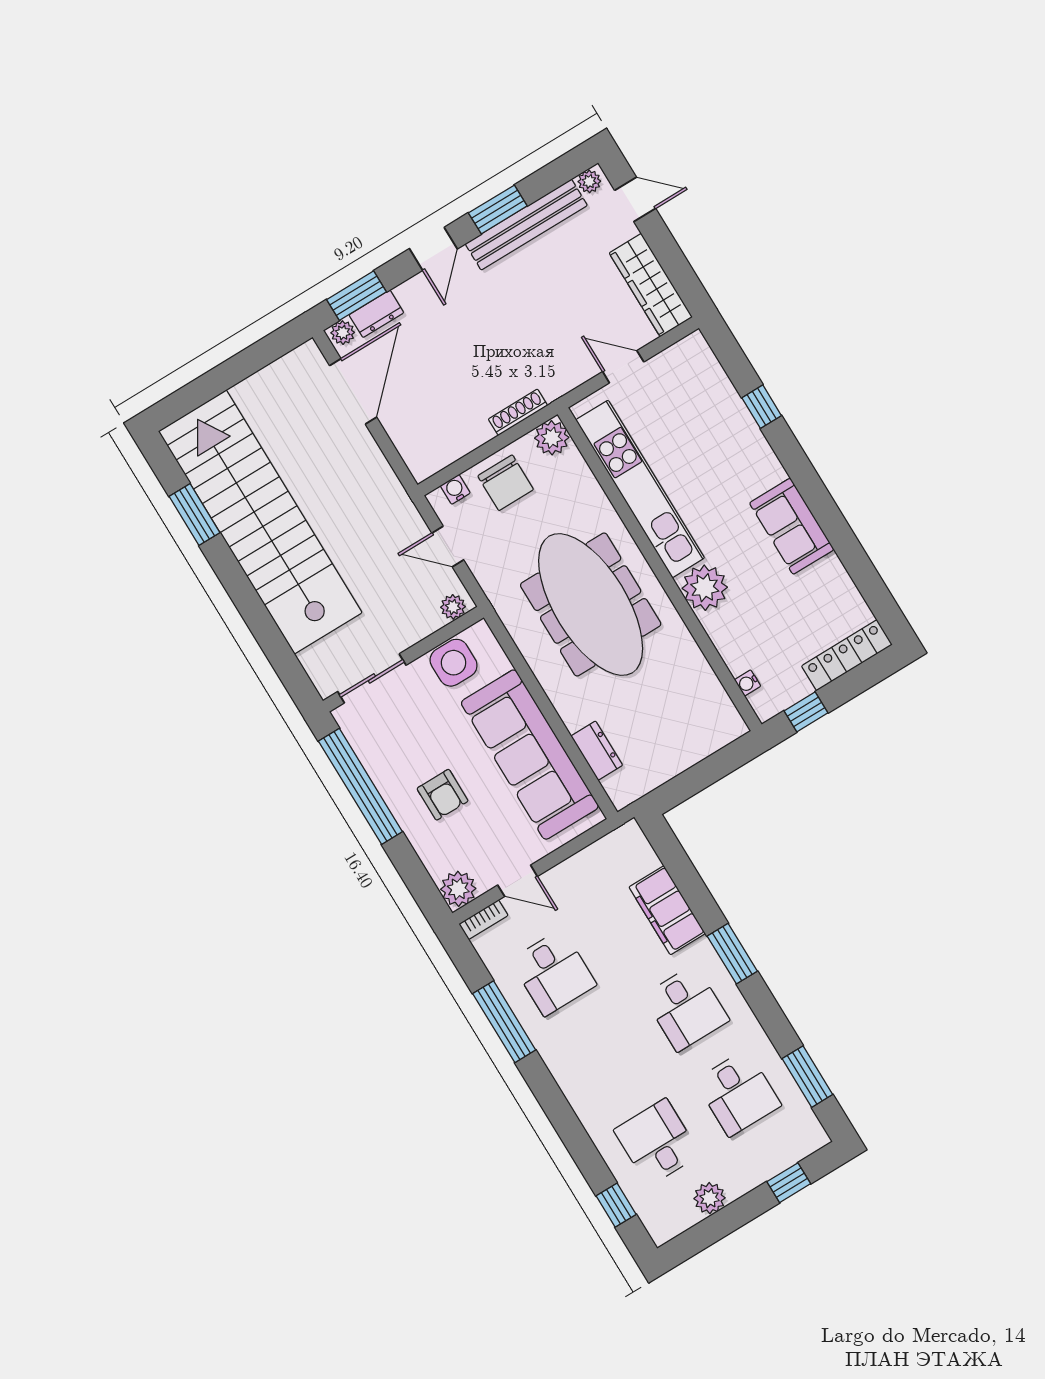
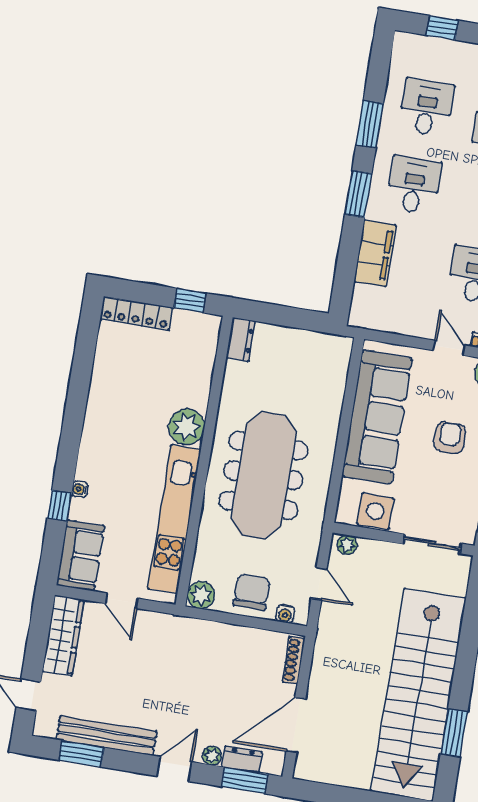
plant: (589, 181) -> (47, 729), removed
window: (498, 209) -> (81, 754), moved
plant: (343, 333) -> (212, 756), moved
shoe rack: (518, 412) -> (294, 660), moved, turned 90
sofa: (792, 526) -> (81, 556), moved
water cooler: (748, 683) -> (80, 489), moved, turned 180
dresser: (597, 751) -> (241, 339), moved, turned 180
window: (807, 1077) -> (370, 124), moved

